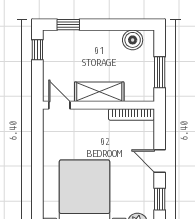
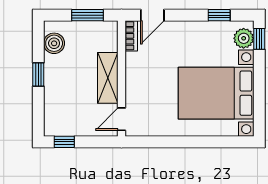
window: (68, 25) -> (38, 74), moved
bookcase: (132, 114) -> (131, 36), width x0.64
door: (160, 161) -> (152, 15), moved

